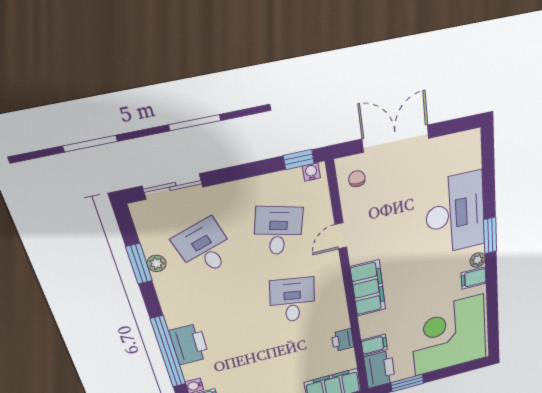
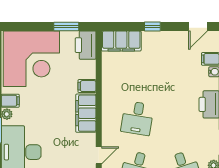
printer: (343, 340) -> (109, 78), removed
filing cabinet: (374, 345) -> (87, 86), moved

